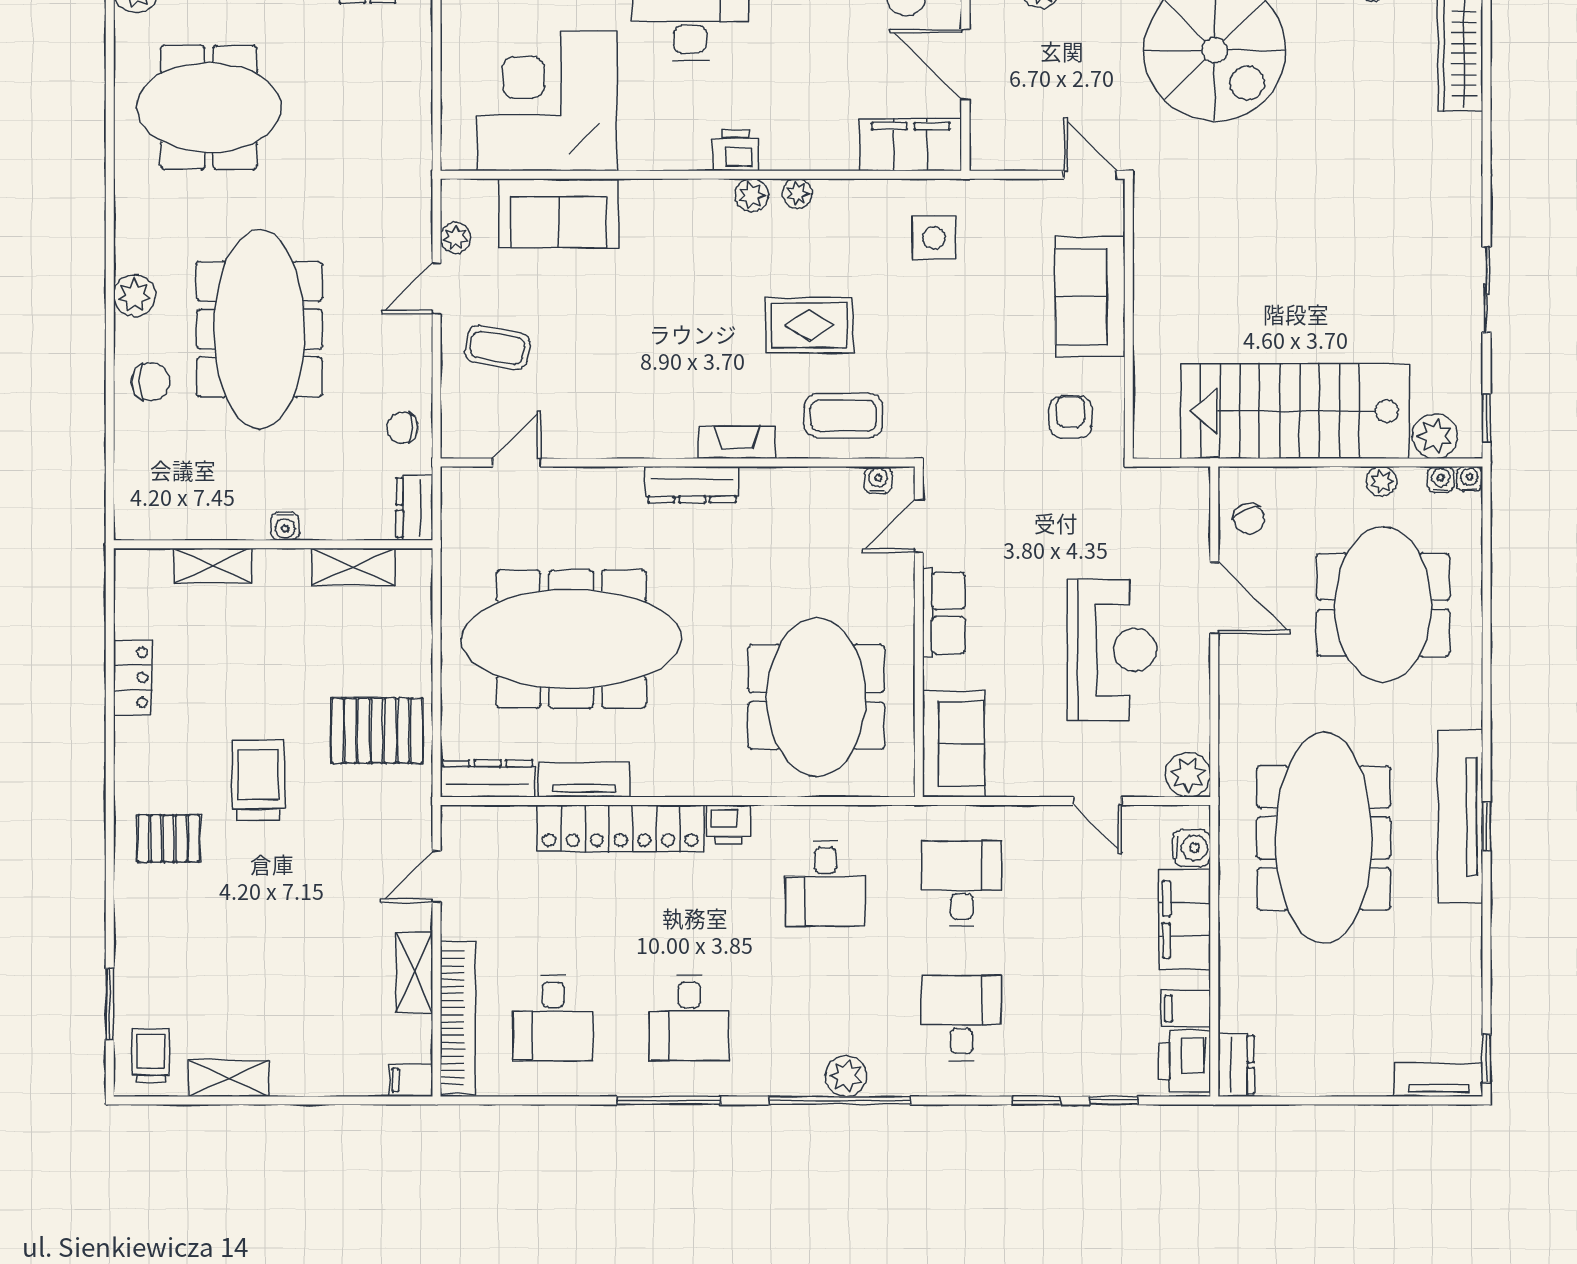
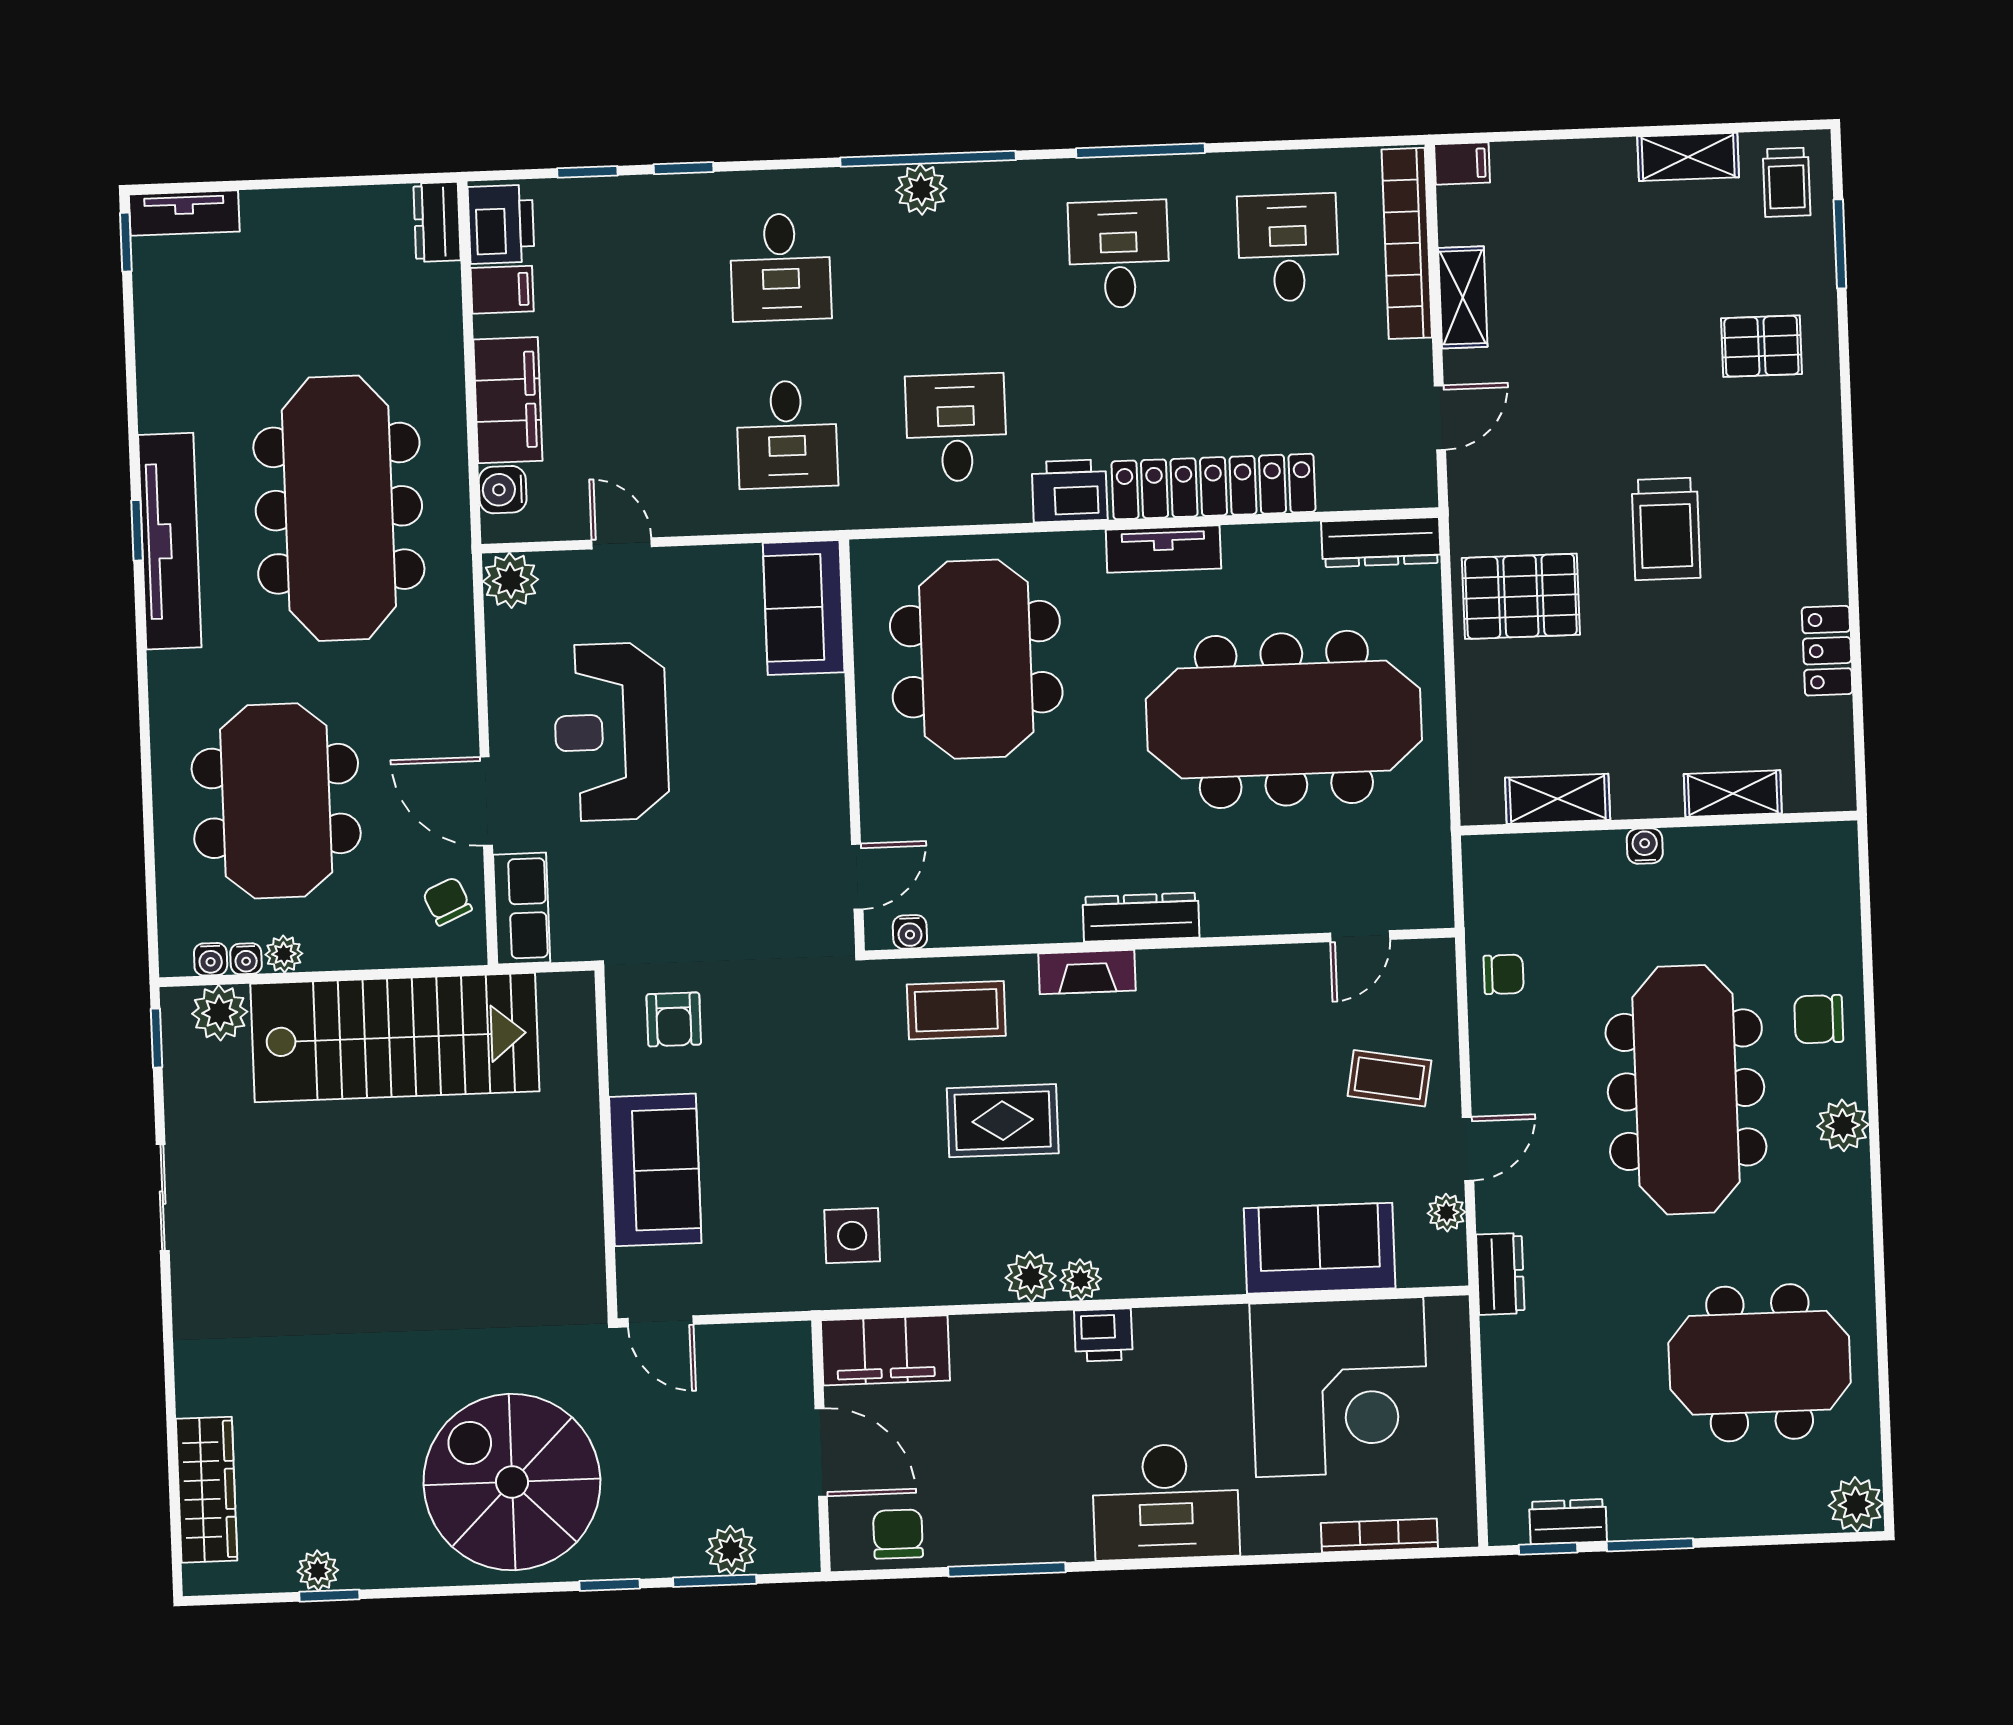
plant: (797, 193) -> (1031, 1277), width x1.38, depth x1.38
water cooler: (1469, 479) -> (246, 959), moved
dresser: (414, 508) -> (1500, 1274), moved
row of seats: (944, 613) -> (522, 908), moved, turned 180
tv unit: (584, 780) -> (1163, 549), moved
printer: (728, 825) -> (1070, 491), width x1.36, depth x1.24
pallet: (169, 839) -> (1761, 346), moved

